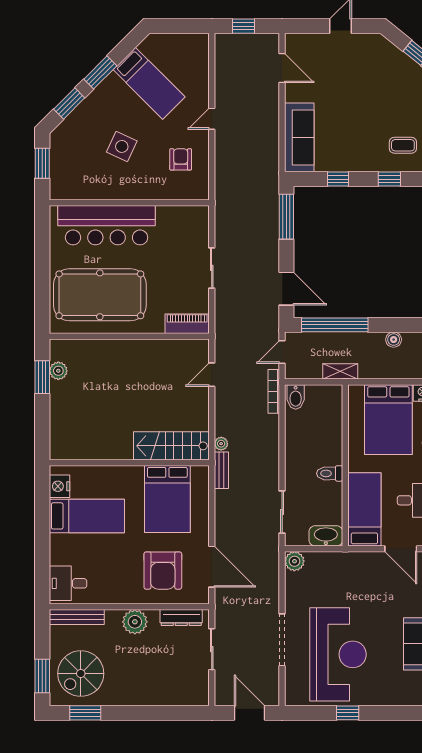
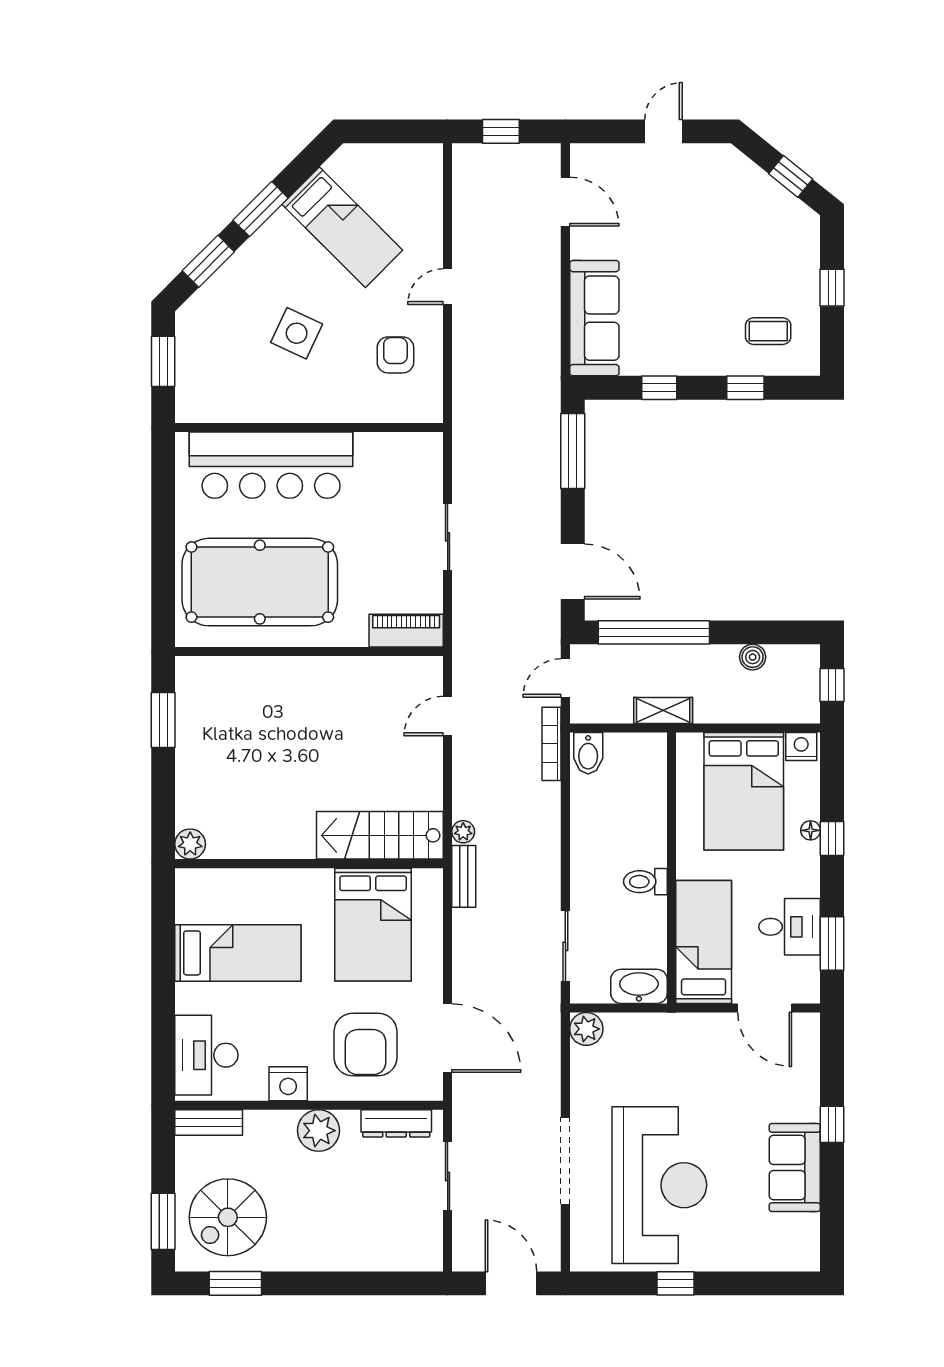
plant: (58, 371) -> (190, 844), moved
nightstand: (59, 486) -> (288, 1084), moved, turned -90
desk: (68, 583) -> (206, 1055), width x1.37
bench: (77, 617) -> (209, 1123), width x0.73

